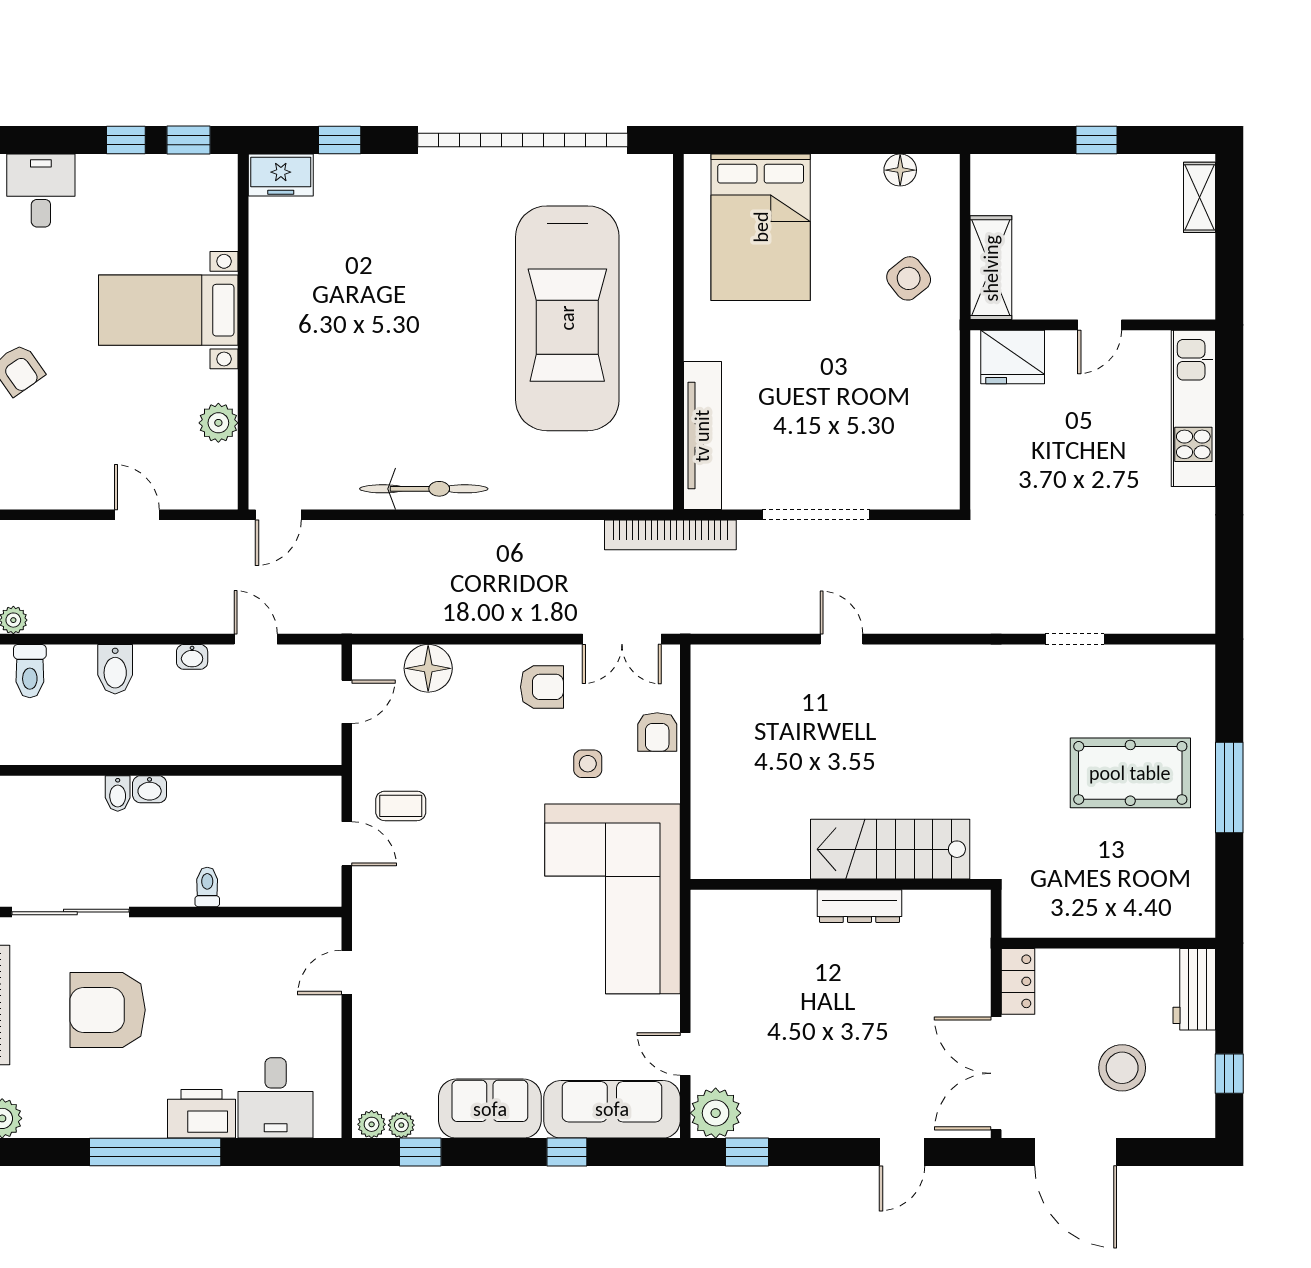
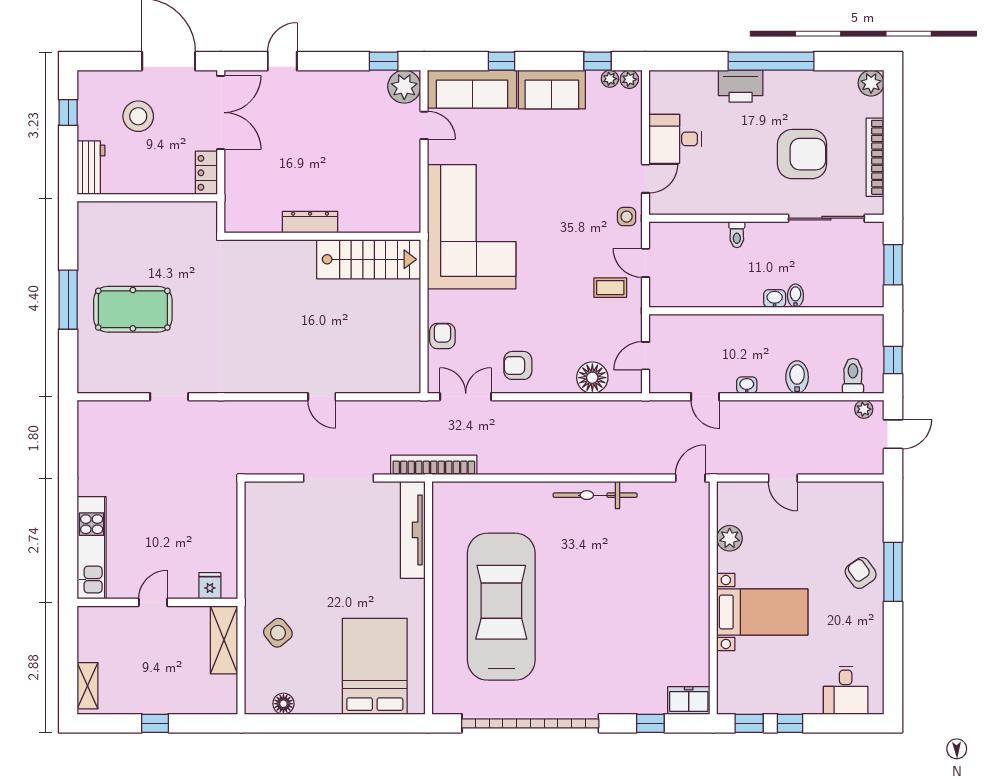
fridge: (1013, 357) -> (210, 586), width x0.53, depth x0.75
side table: (588, 764) -> (627, 217), moved
stairs: (890, 849) -> (369, 259), moved
desk: (276, 1098) -> (675, 139), moved, turned -90

